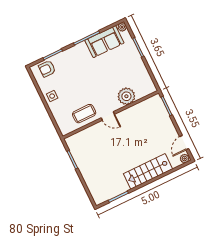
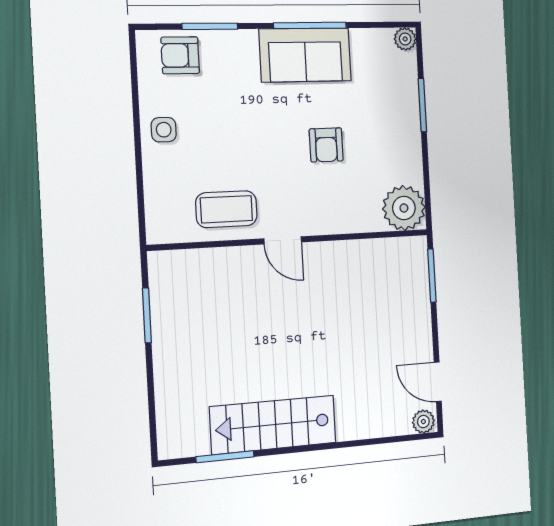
sofa: (104, 42) -> (305, 55), moved
armchair: (109, 77) -> (326, 145), added
plant: (126, 96) -> (404, 208), moved
door: (184, 143) -> (438, 382), hinge flipped
stairs: (148, 171) -> (273, 425), moved

